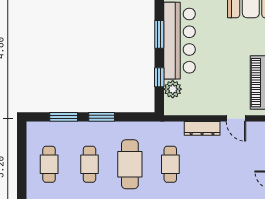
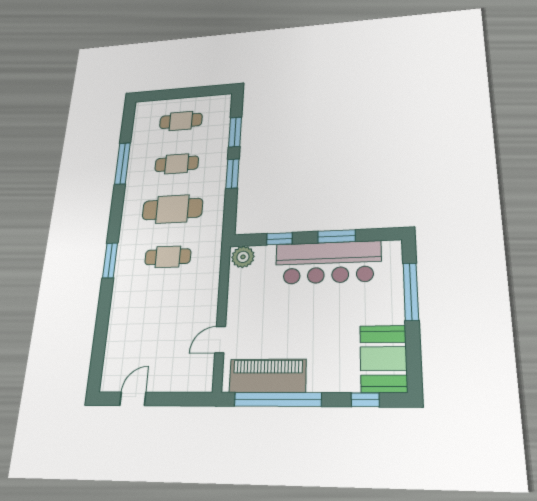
plant: (173, 89) -> (243, 257), moved
dresser: (202, 128) -> (210, 295), removed

